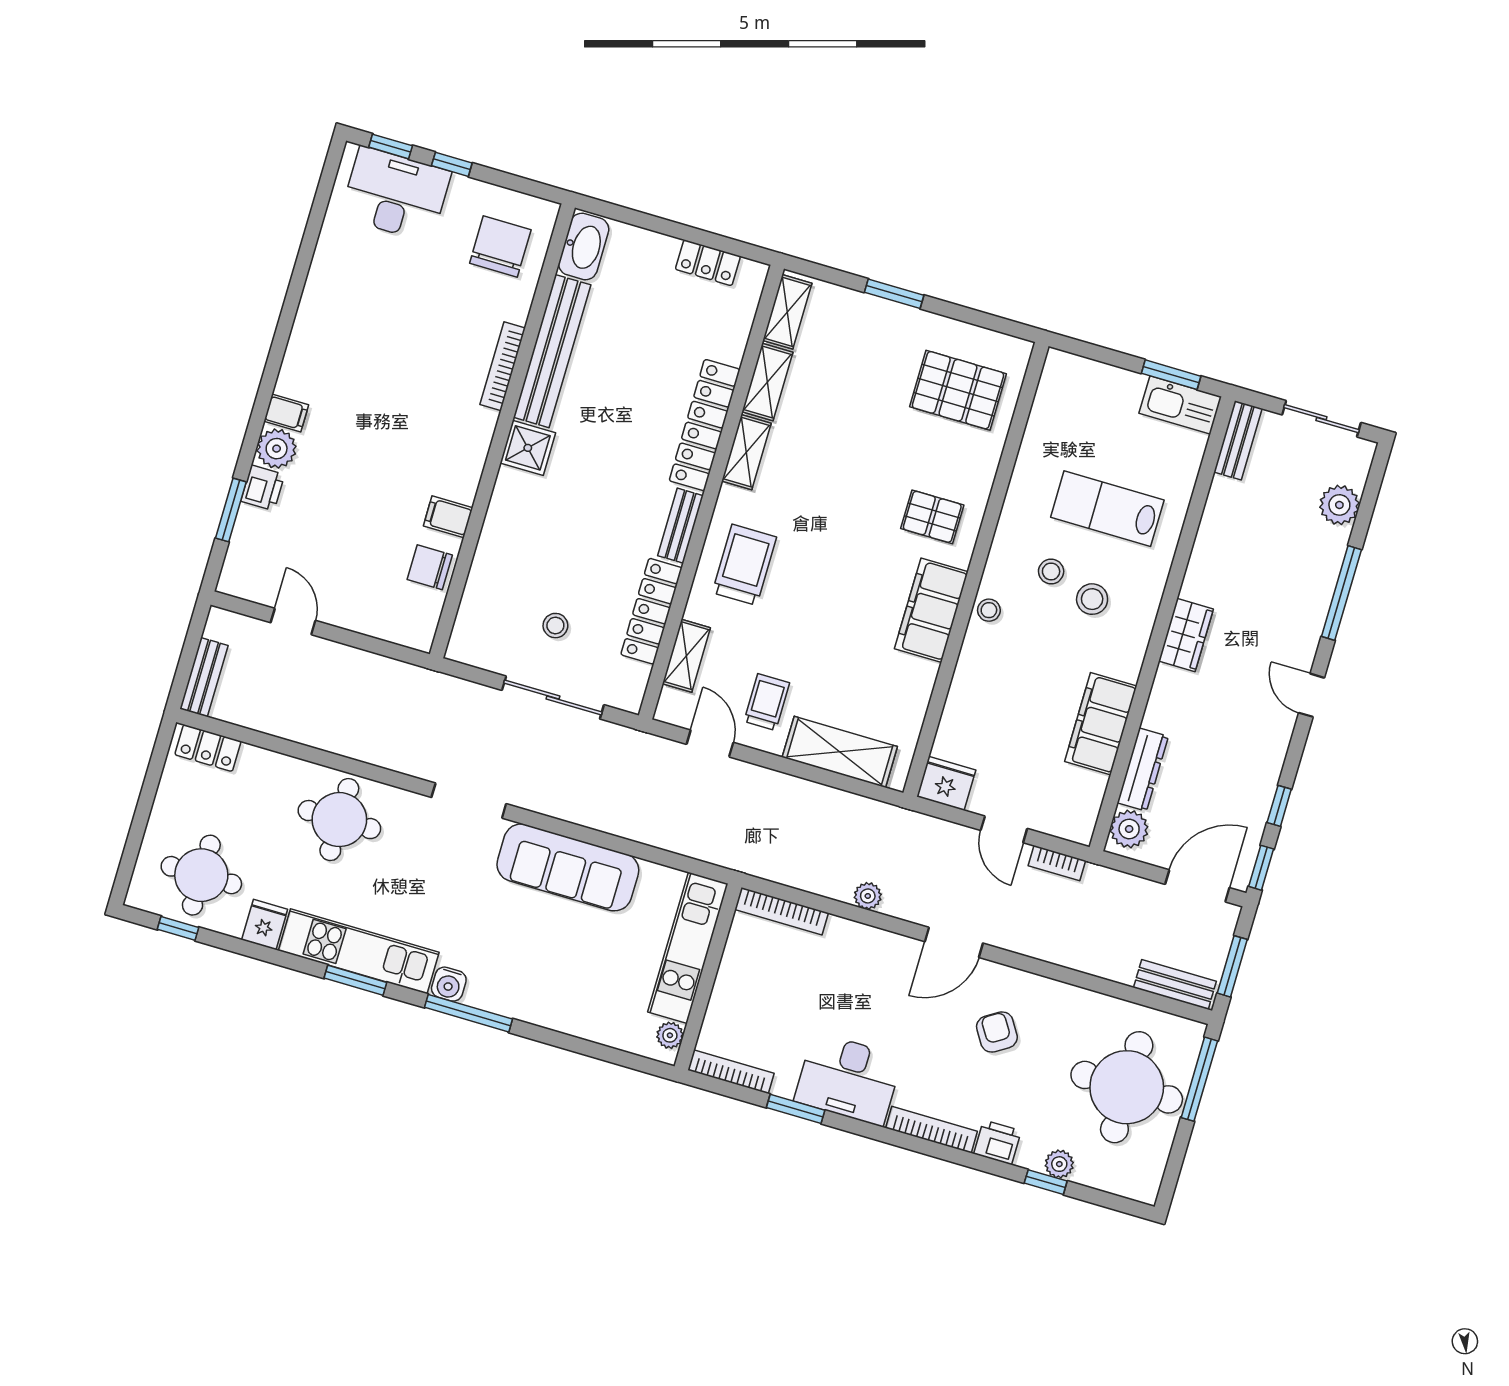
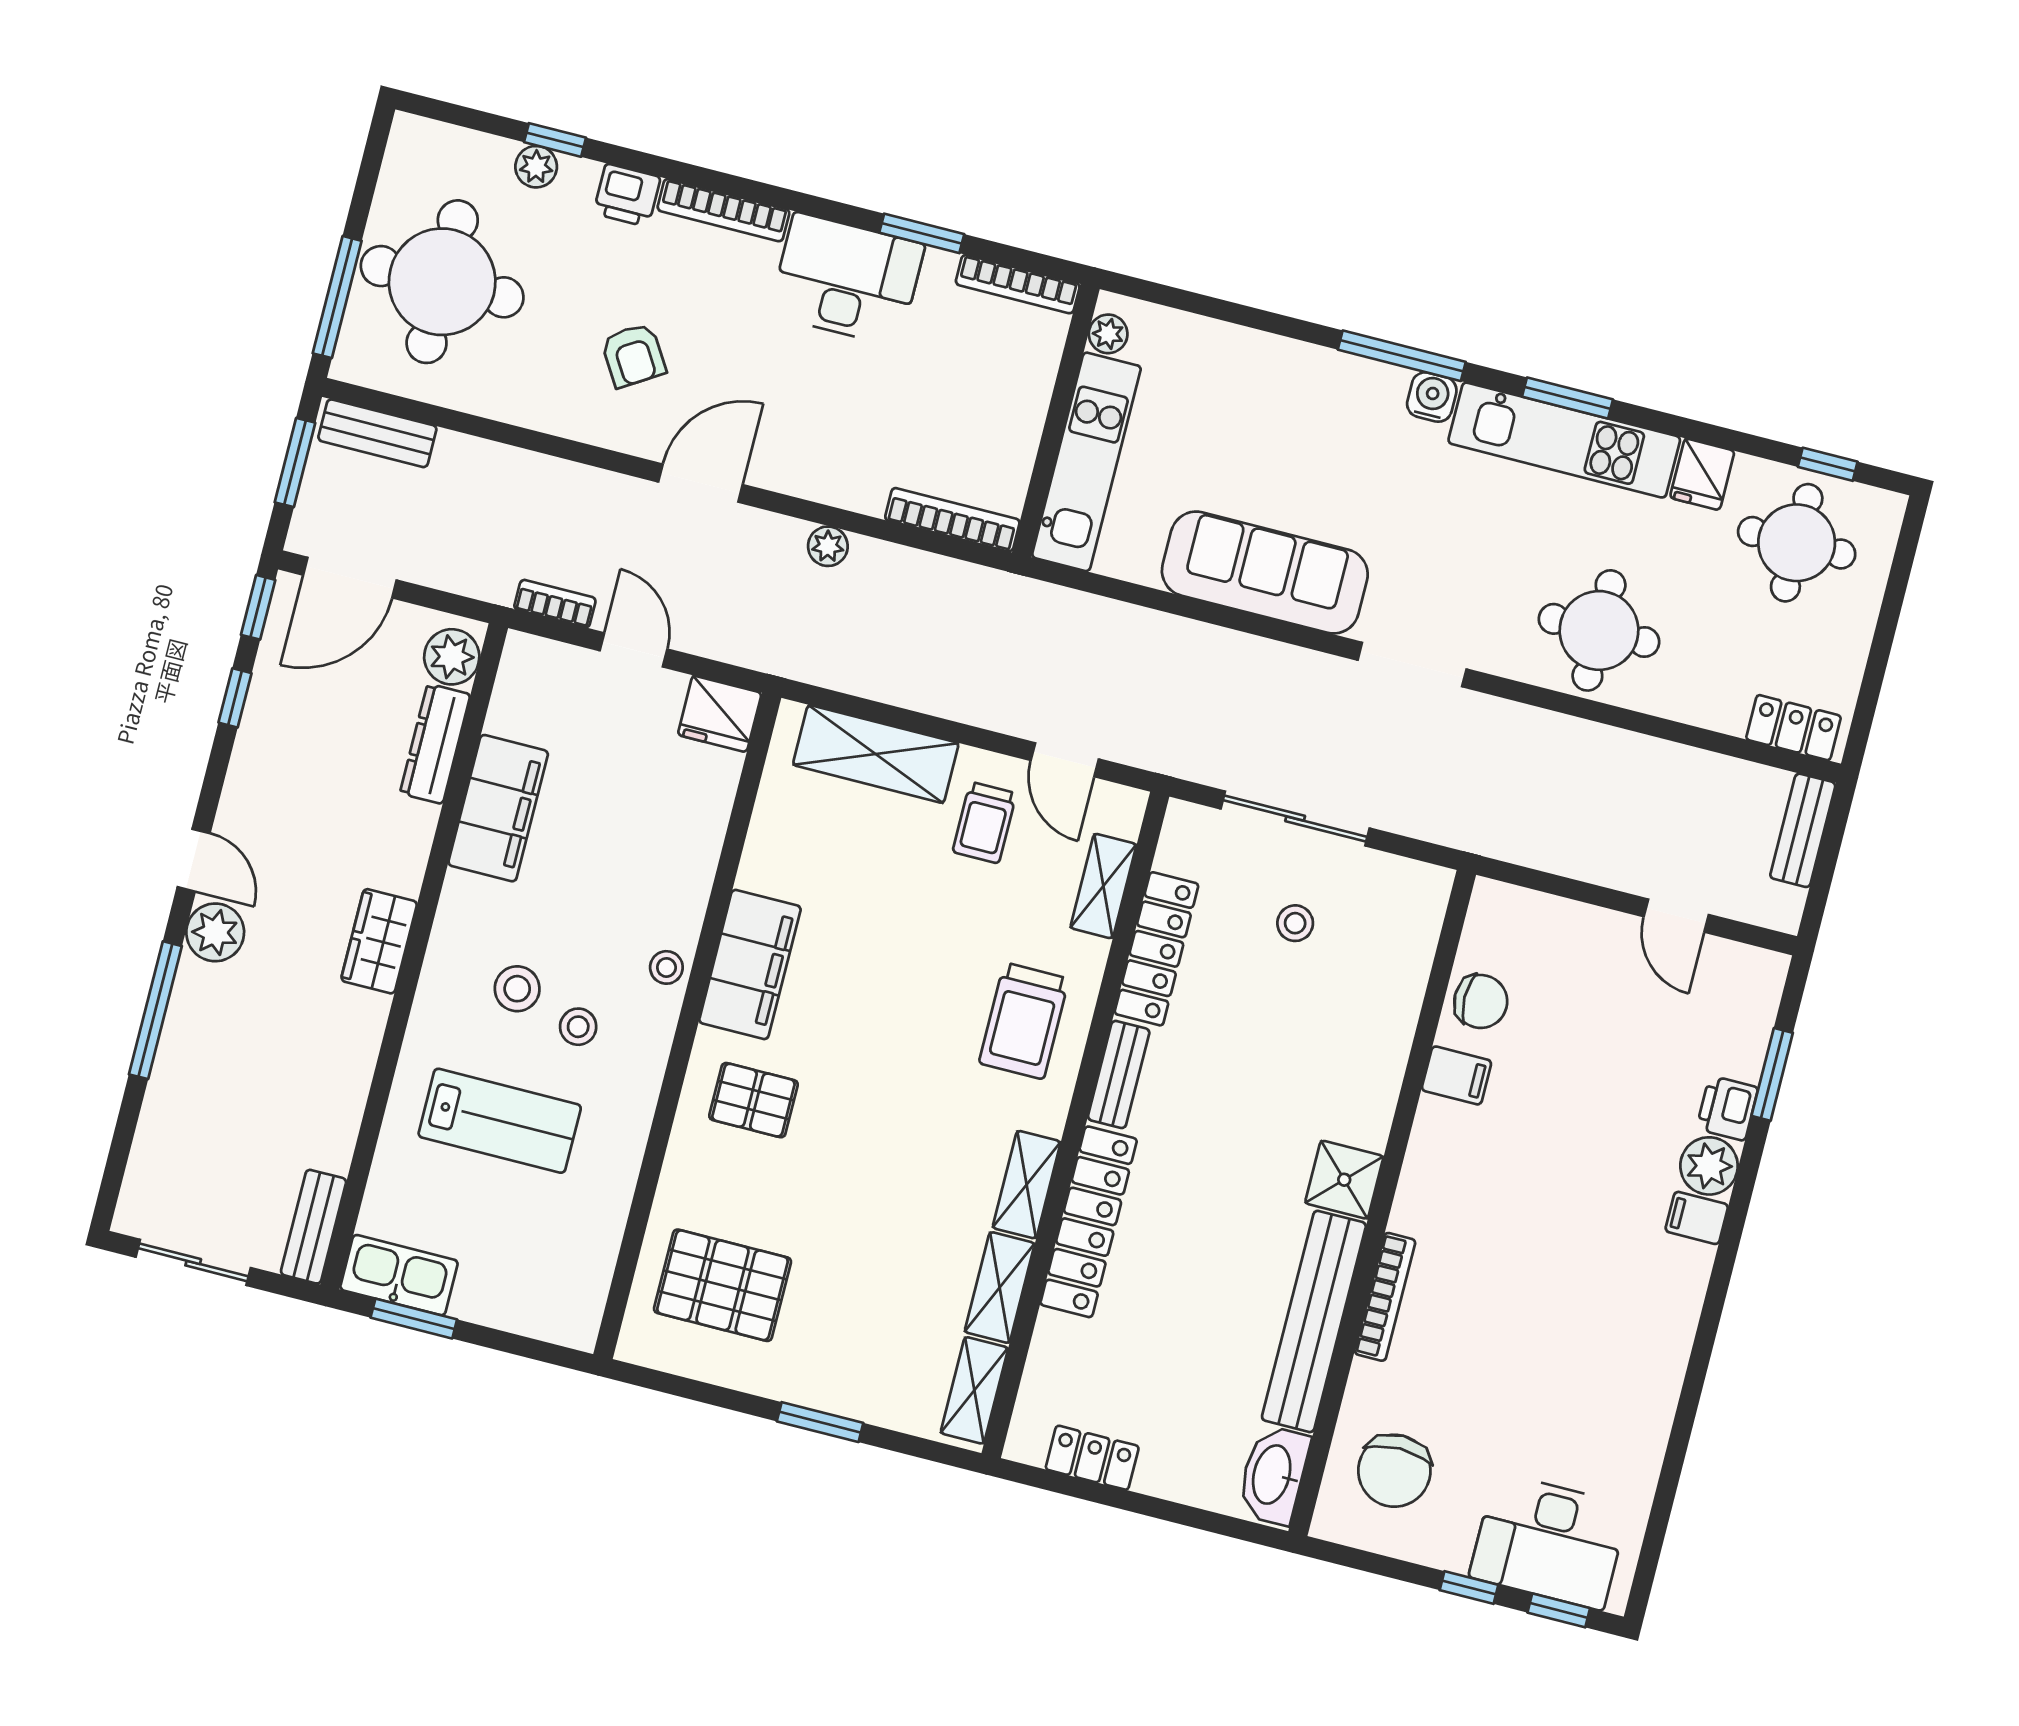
plant: (1339, 505) -> (215, 932), moved

